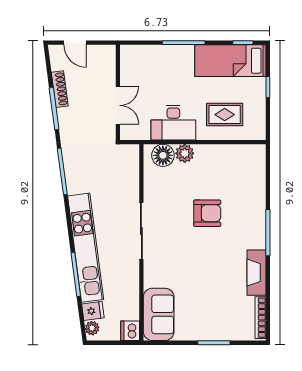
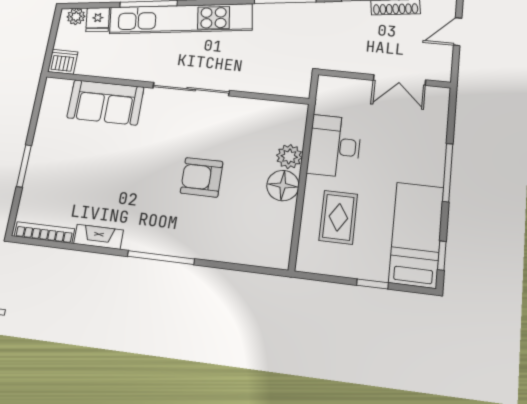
double door: (118, 105) -> (399, 80), moved
floor lamp: (163, 155) -> (283, 185), moved
armchair: (207, 213) -> (202, 177), turned 90
fireplace: (256, 273) -> (98, 237), width x0.73, depth x0.76
sofa: (159, 314) -> (106, 102), moved

